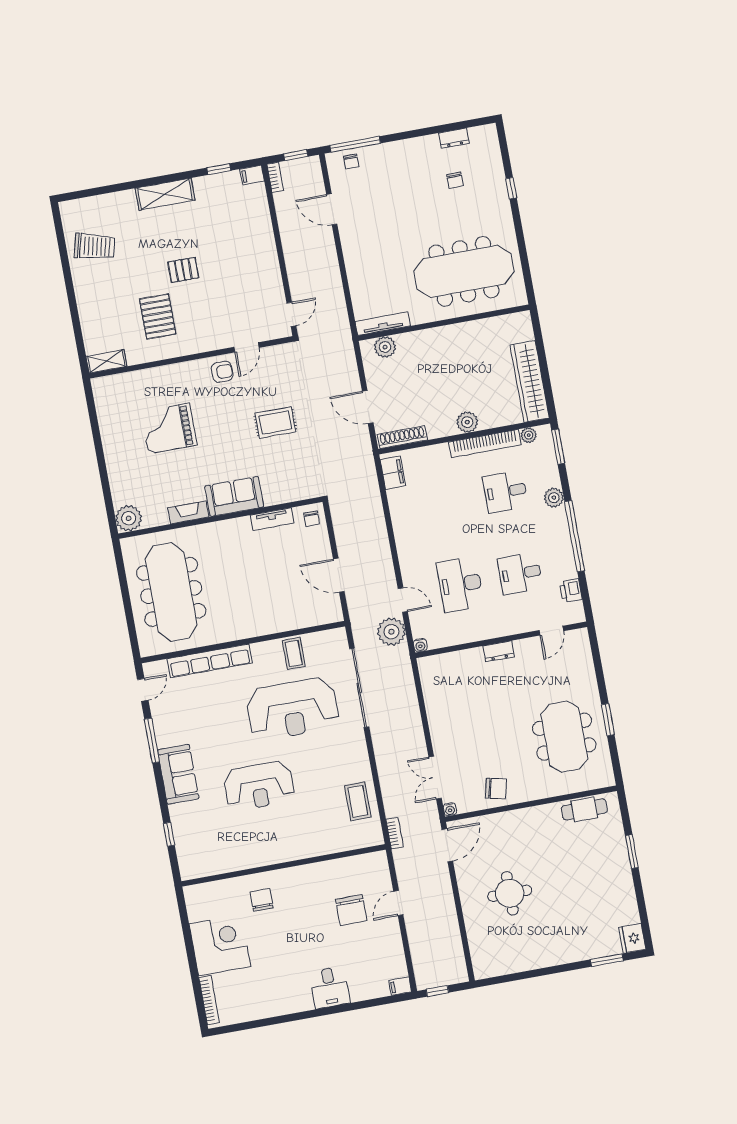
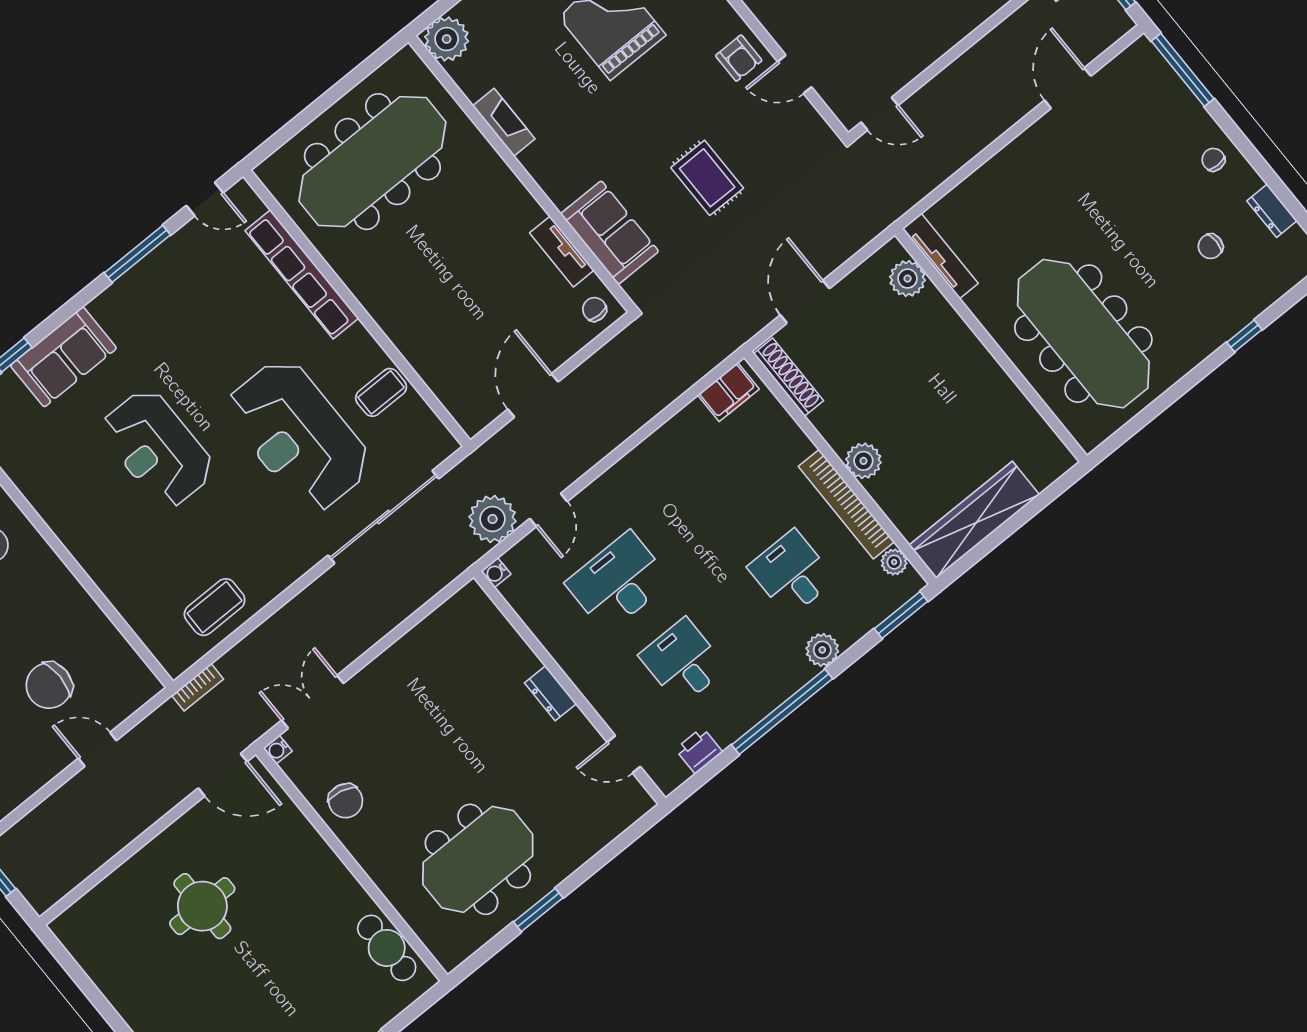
chair: (351, 161) -> (1213, 160), moved, turned 90
sofa: (234, 496) -> (610, 233), moved
chair: (312, 519) -> (594, 309), turned 90
sofa: (178, 774) -> (63, 357), moved

